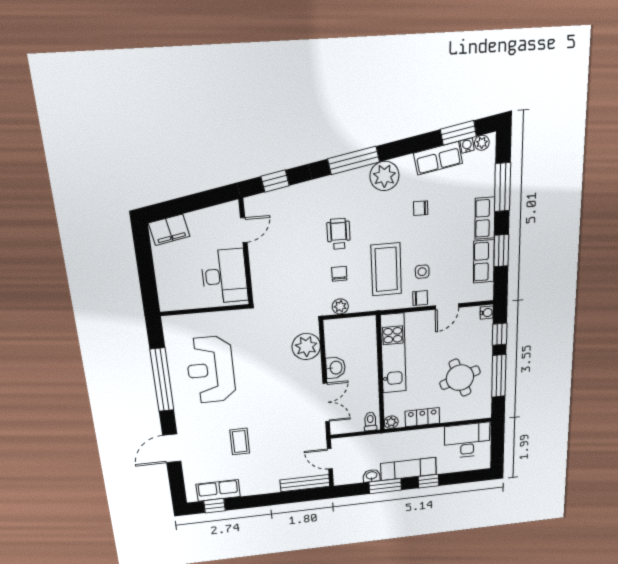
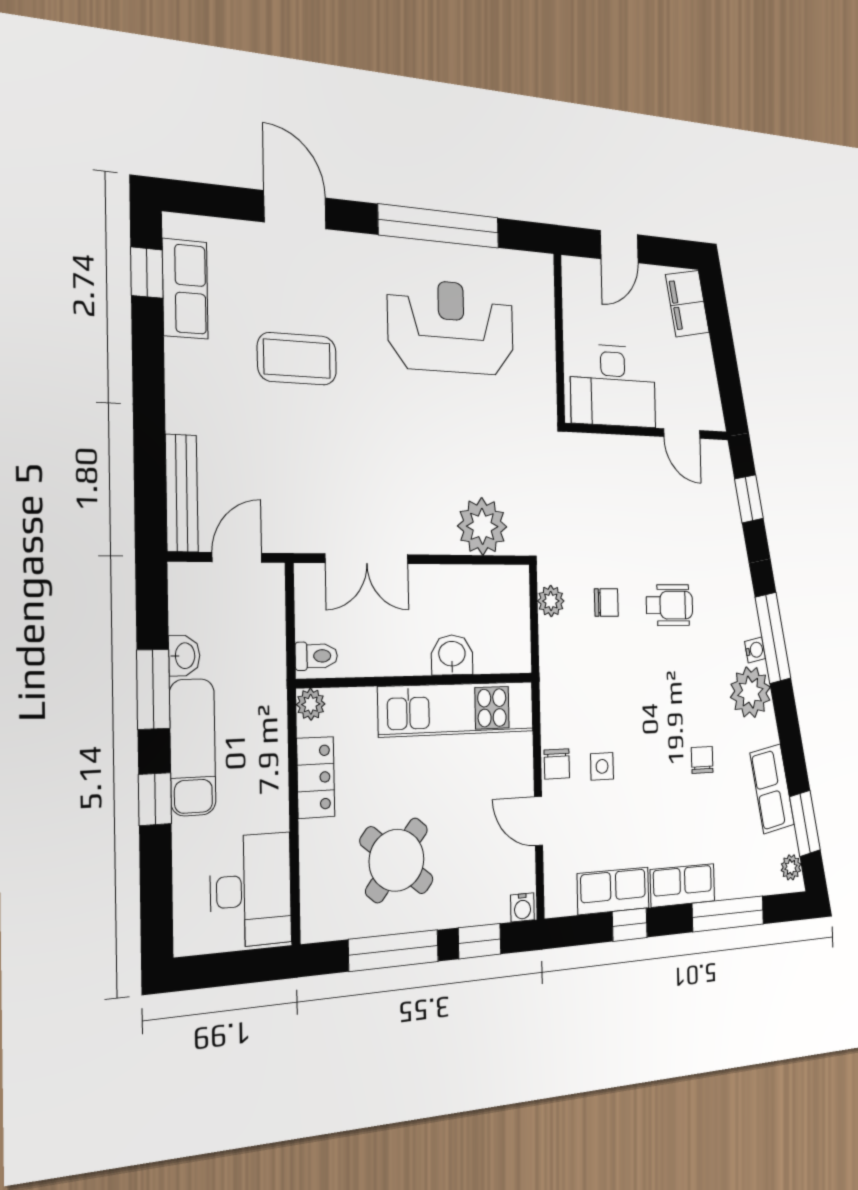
water cooler: (467, 145) -> (755, 650), moved
window: (501, 251) -> (630, 925), width x0.67
coffee table: (386, 269) -> (609, 695), removed
door: (147, 277) -> (619, 247), added
washbasin: (336, 368) -> (452, 655), moved, turned 180
round table: (460, 378) -> (397, 860), turned -31
coffee table: (240, 442) -> (297, 359), width x1.36, depth x1.30

